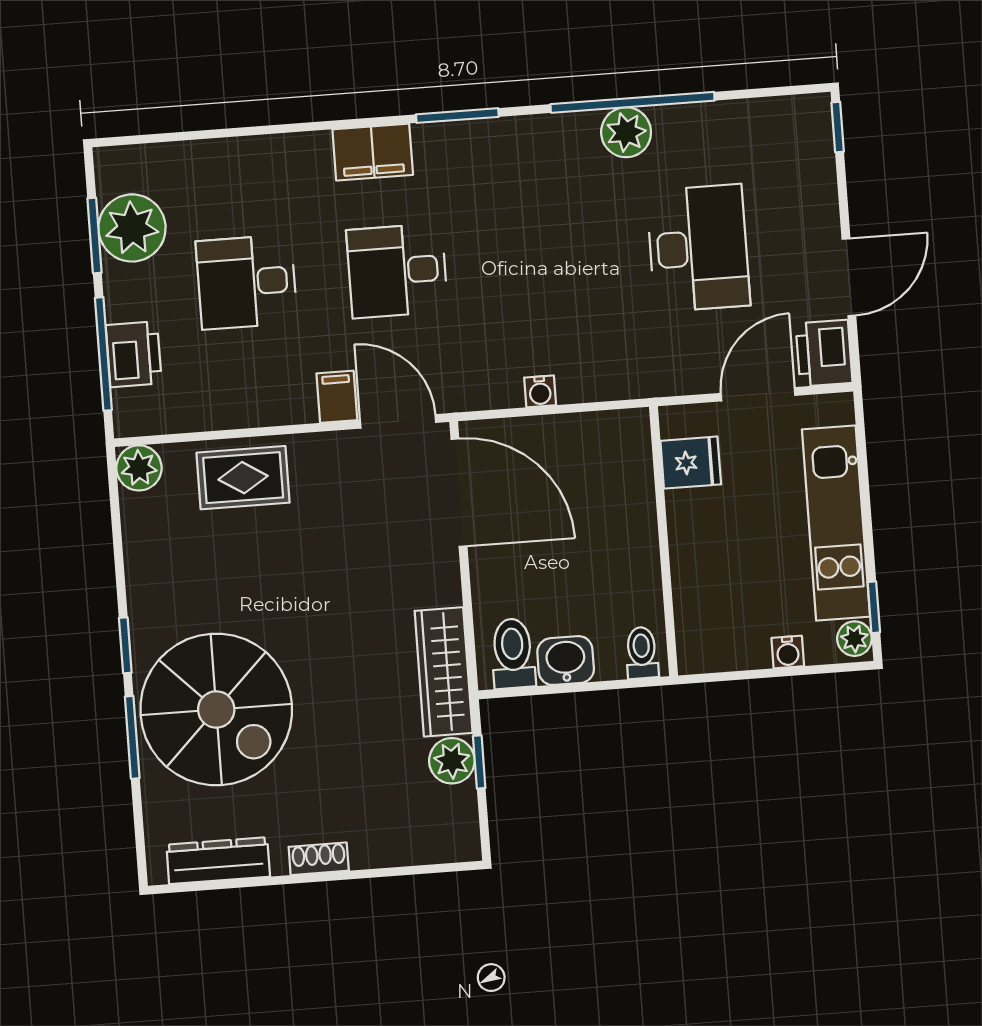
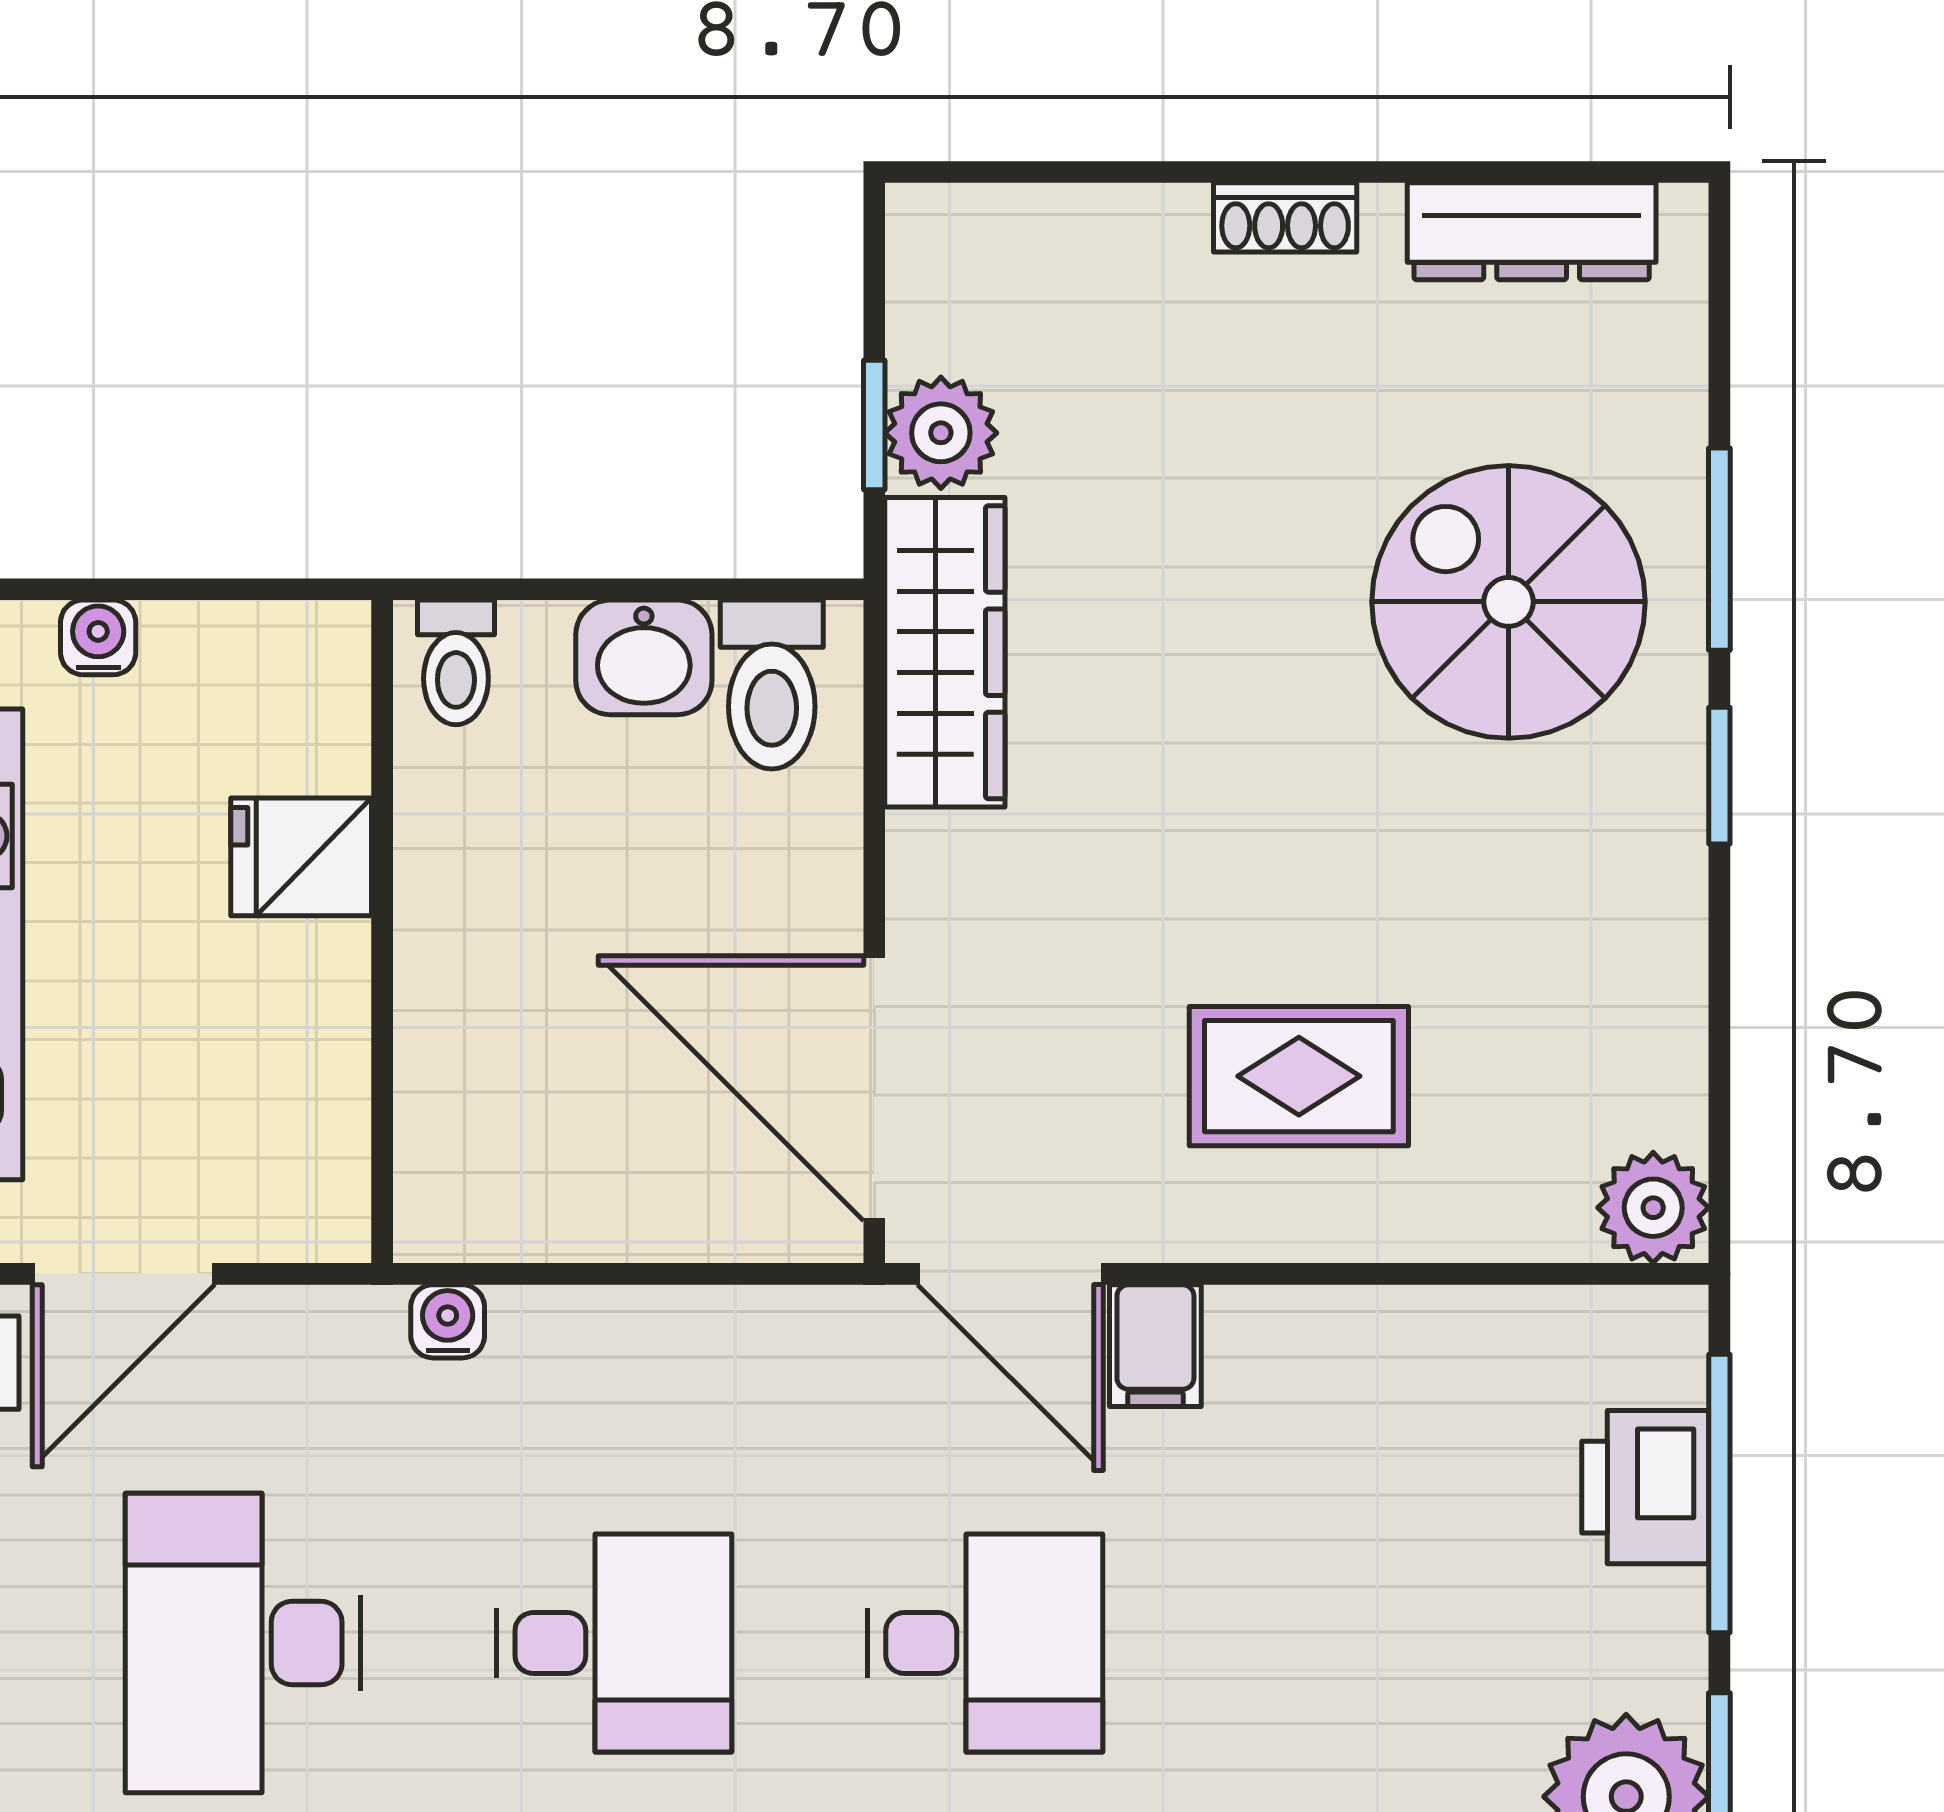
desk: (246, 282) -> (614, 1643), moved
water cooler: (540, 391) -> (448, 1321), moved
fridge: (691, 463) -> (301, 857), moved
rug: (243, 478) -> (1299, 1076), moved
spiral stairs: (216, 709) -> (1509, 602), width x0.73, depth x0.73

